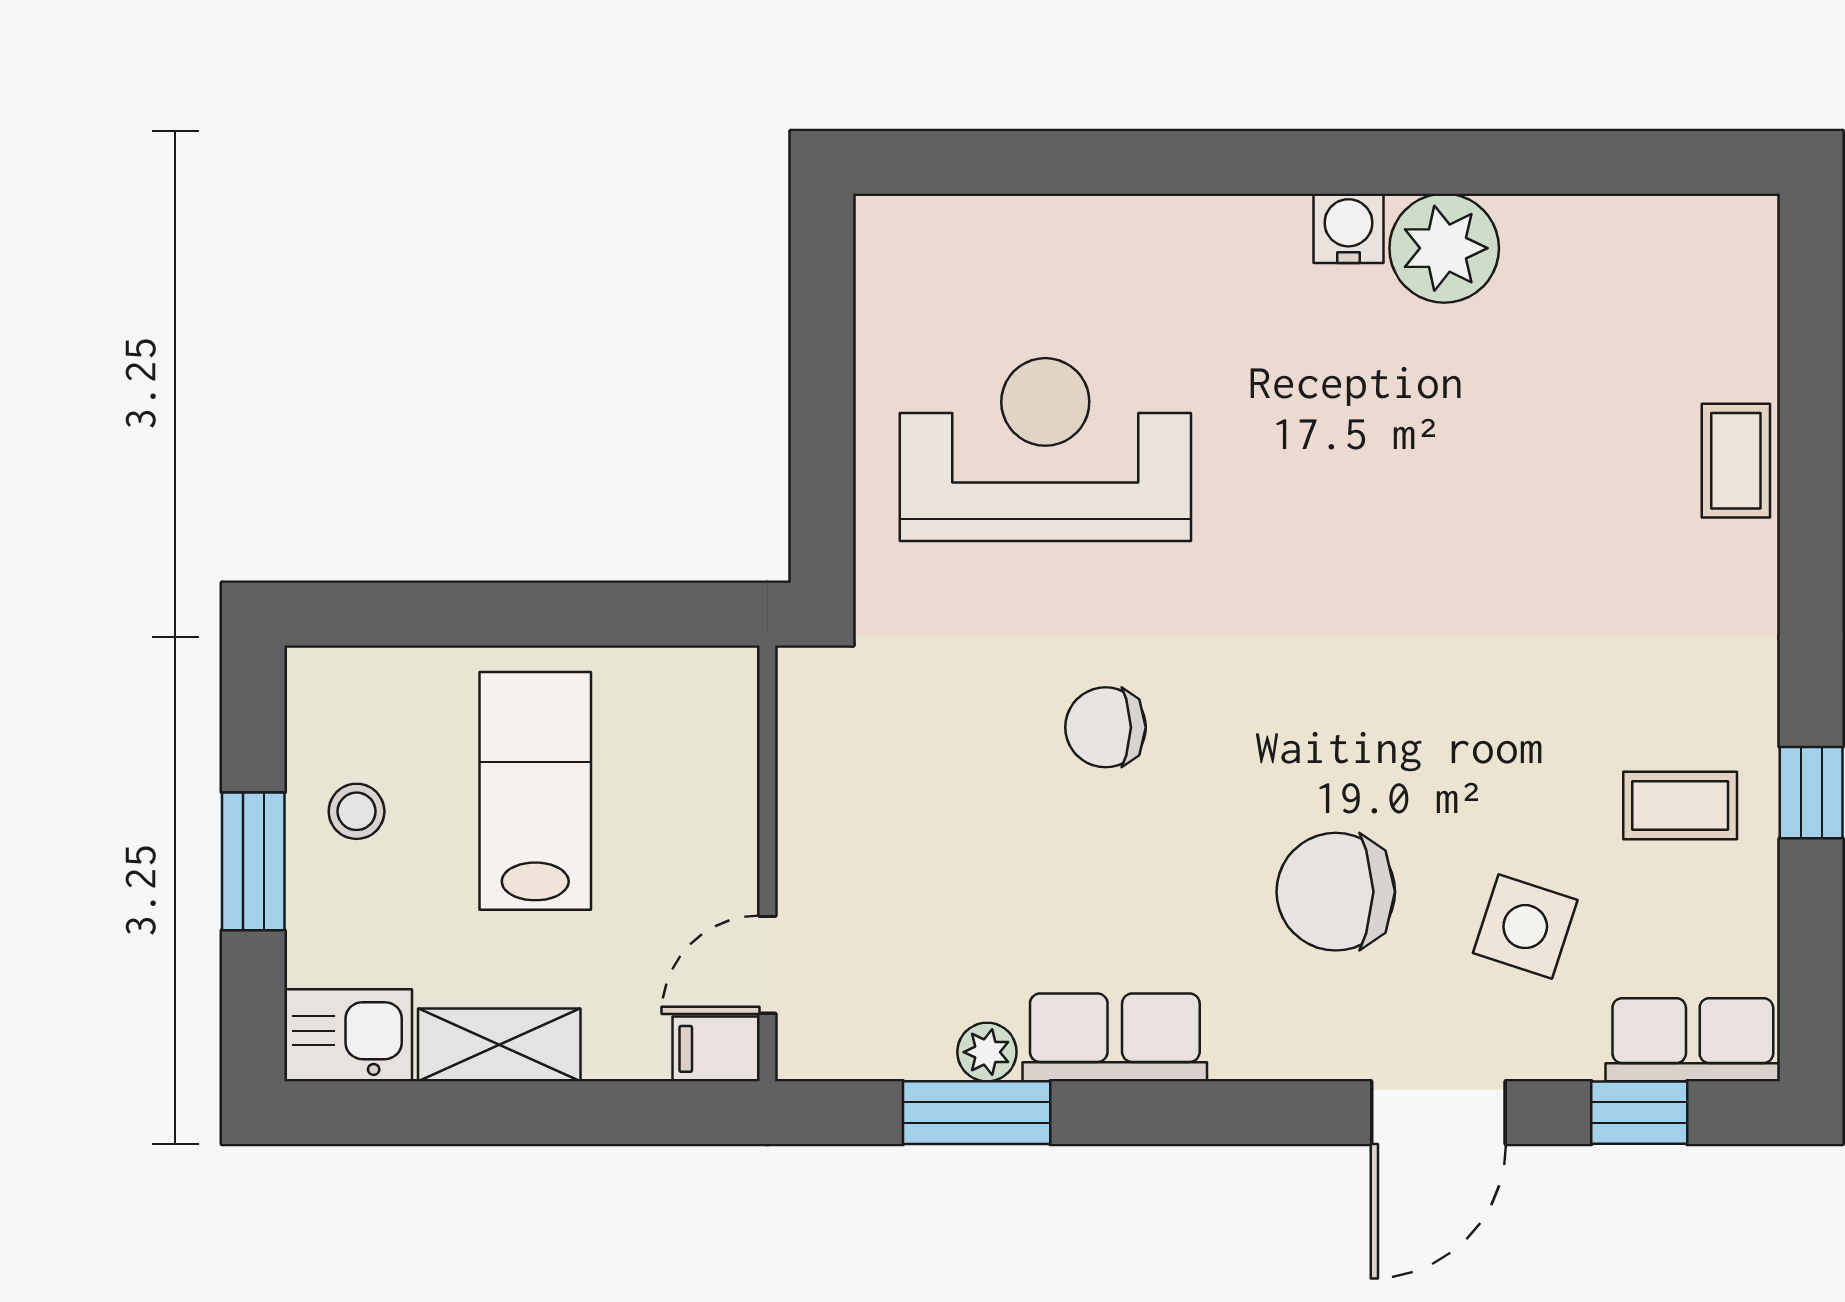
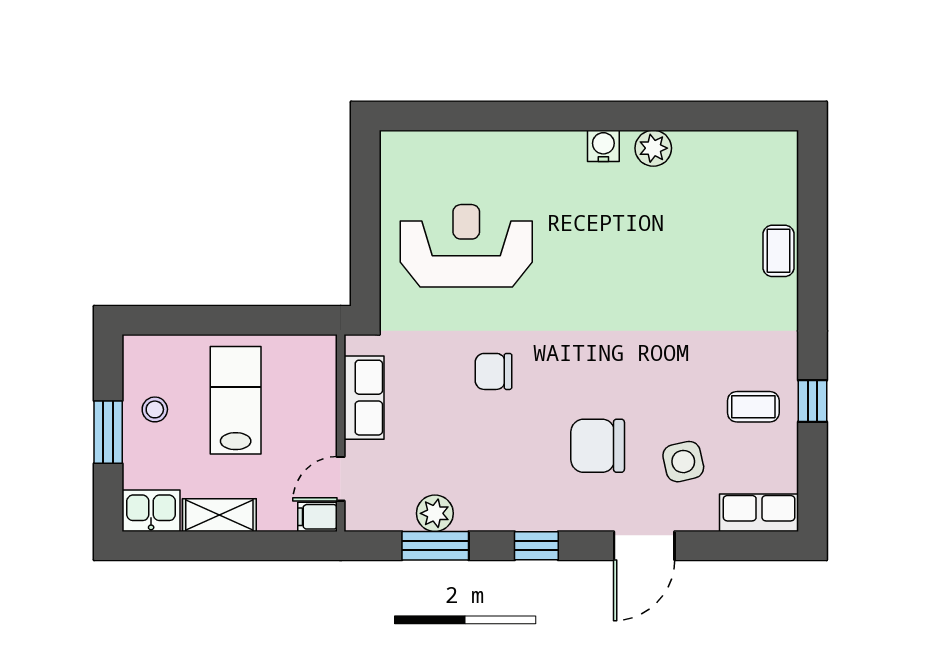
plant: (1444, 248) -> (653, 148), width x0.73, depth x0.73
side table: (1525, 927) -> (683, 462), turned -31
row of seats: (1115, 1037) -> (364, 398), moved, turned 90
plant: (987, 1052) -> (435, 513), width x1.38, depth x1.38
window: (1639, 1113) -> (536, 546), moved

